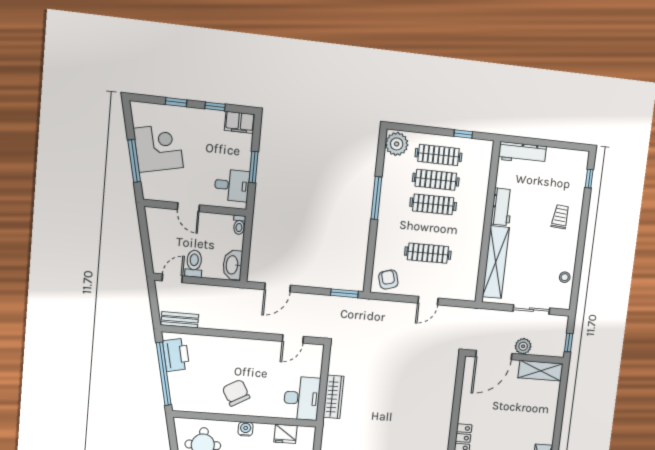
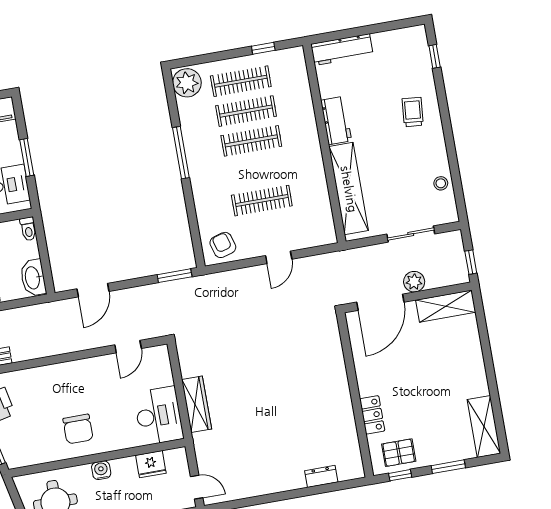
chair: (236, 393) -> (78, 429), turned -151

